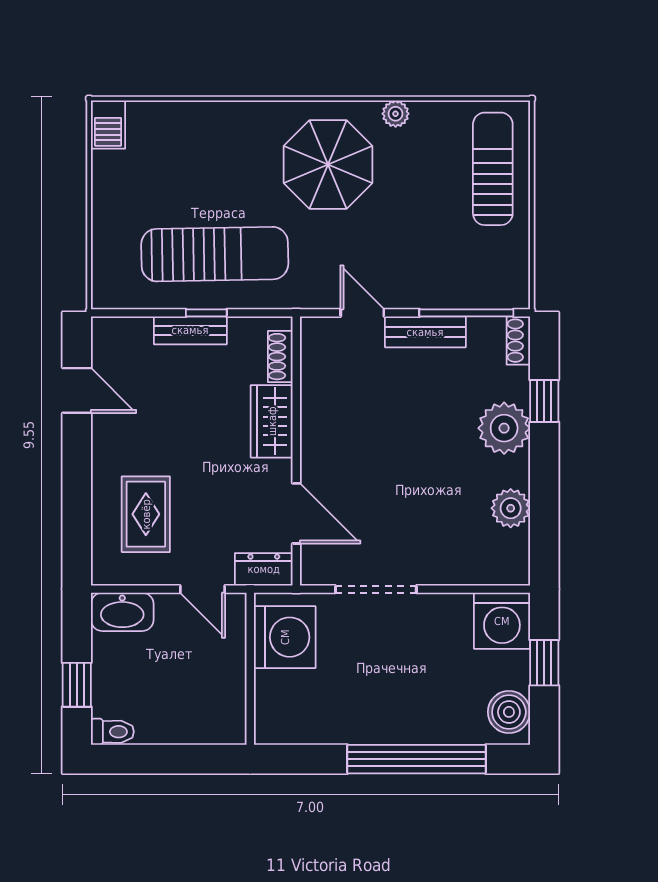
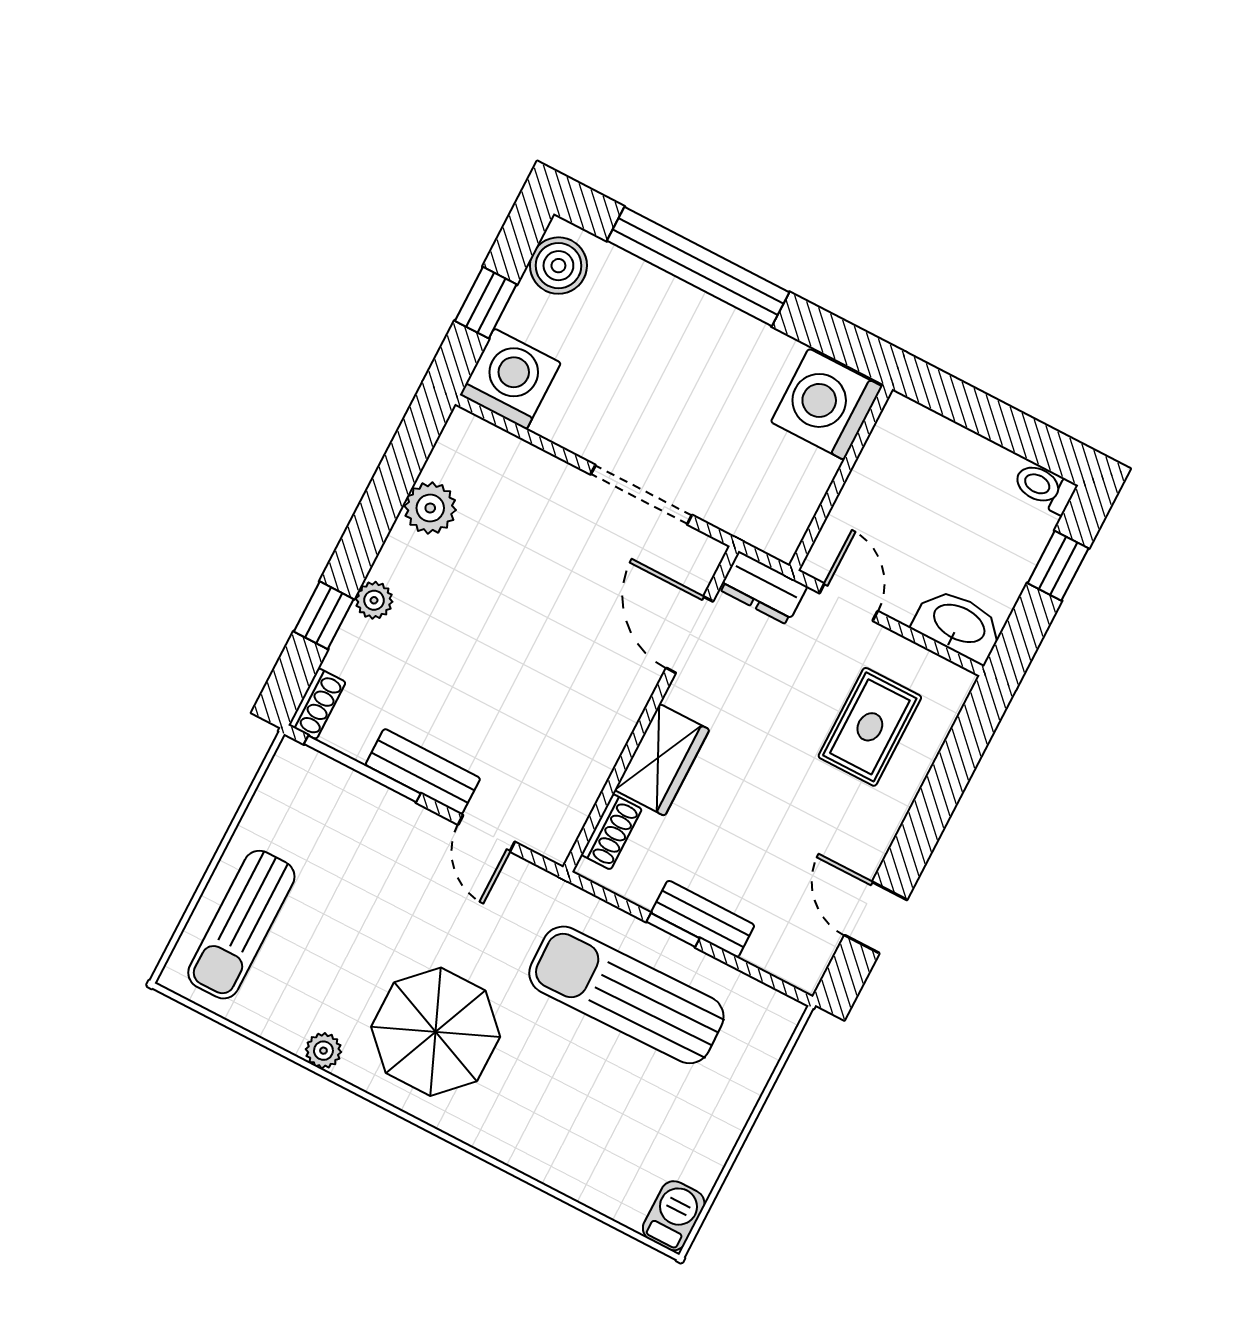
plant: (504, 428) -> (374, 600), width x0.53, depth x0.53
washing machine: (285, 637) -> (827, 404), moved

